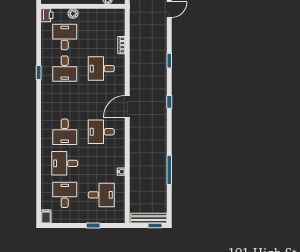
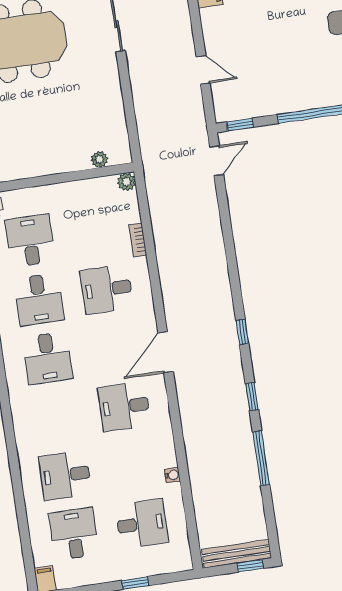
plant: (73, 14) -> (126, 182), moved
window: (169, 61) -> (252, 397), moved
desk: (65, 132) -> (48, 358), moved

